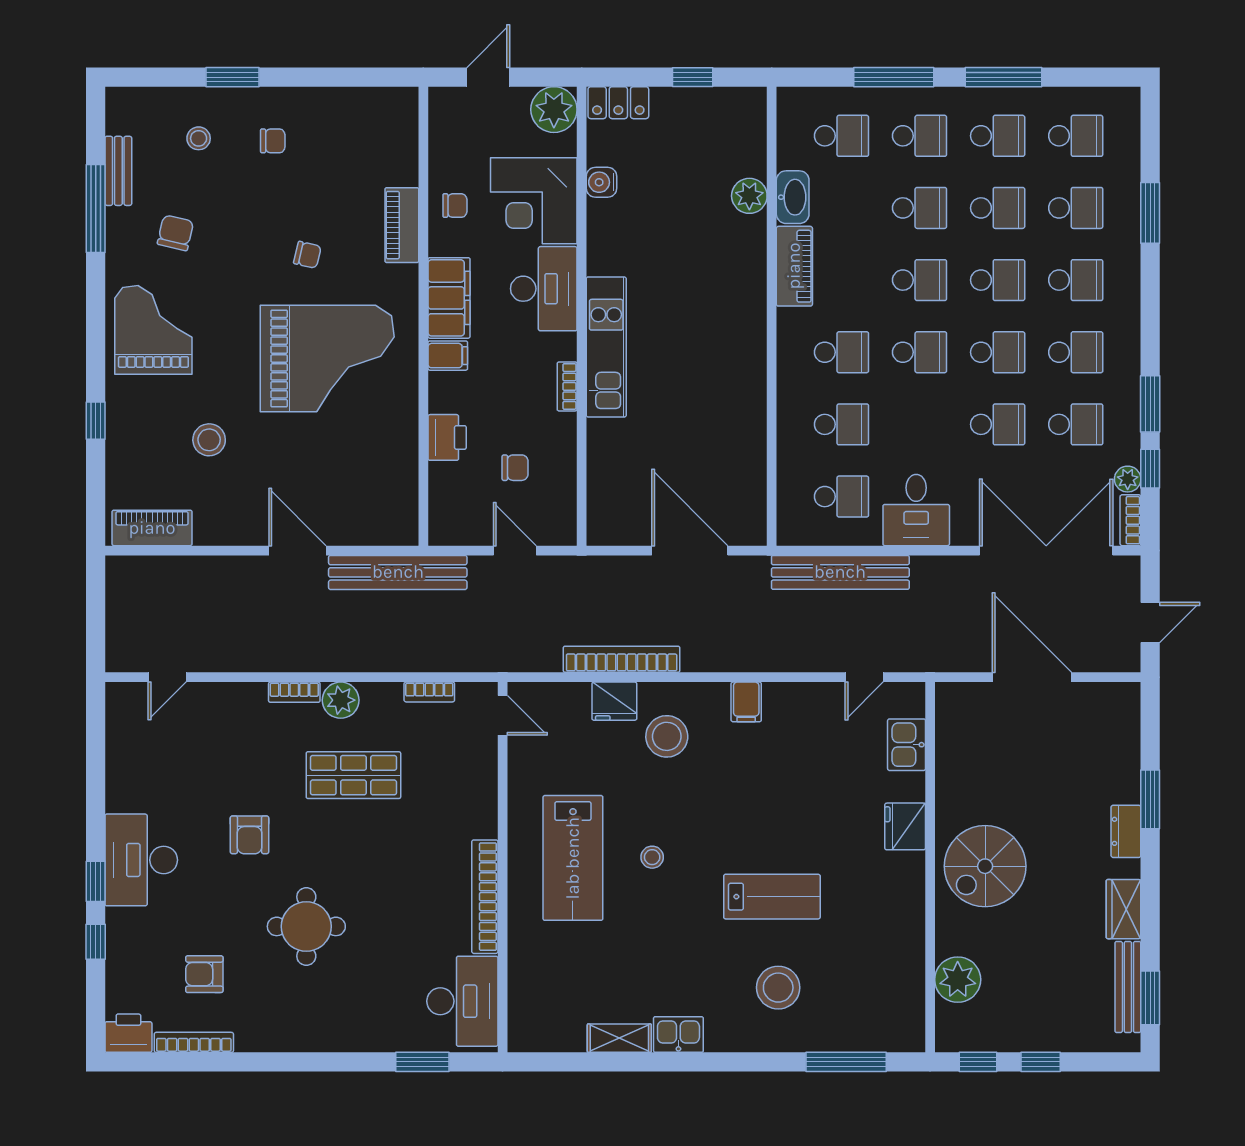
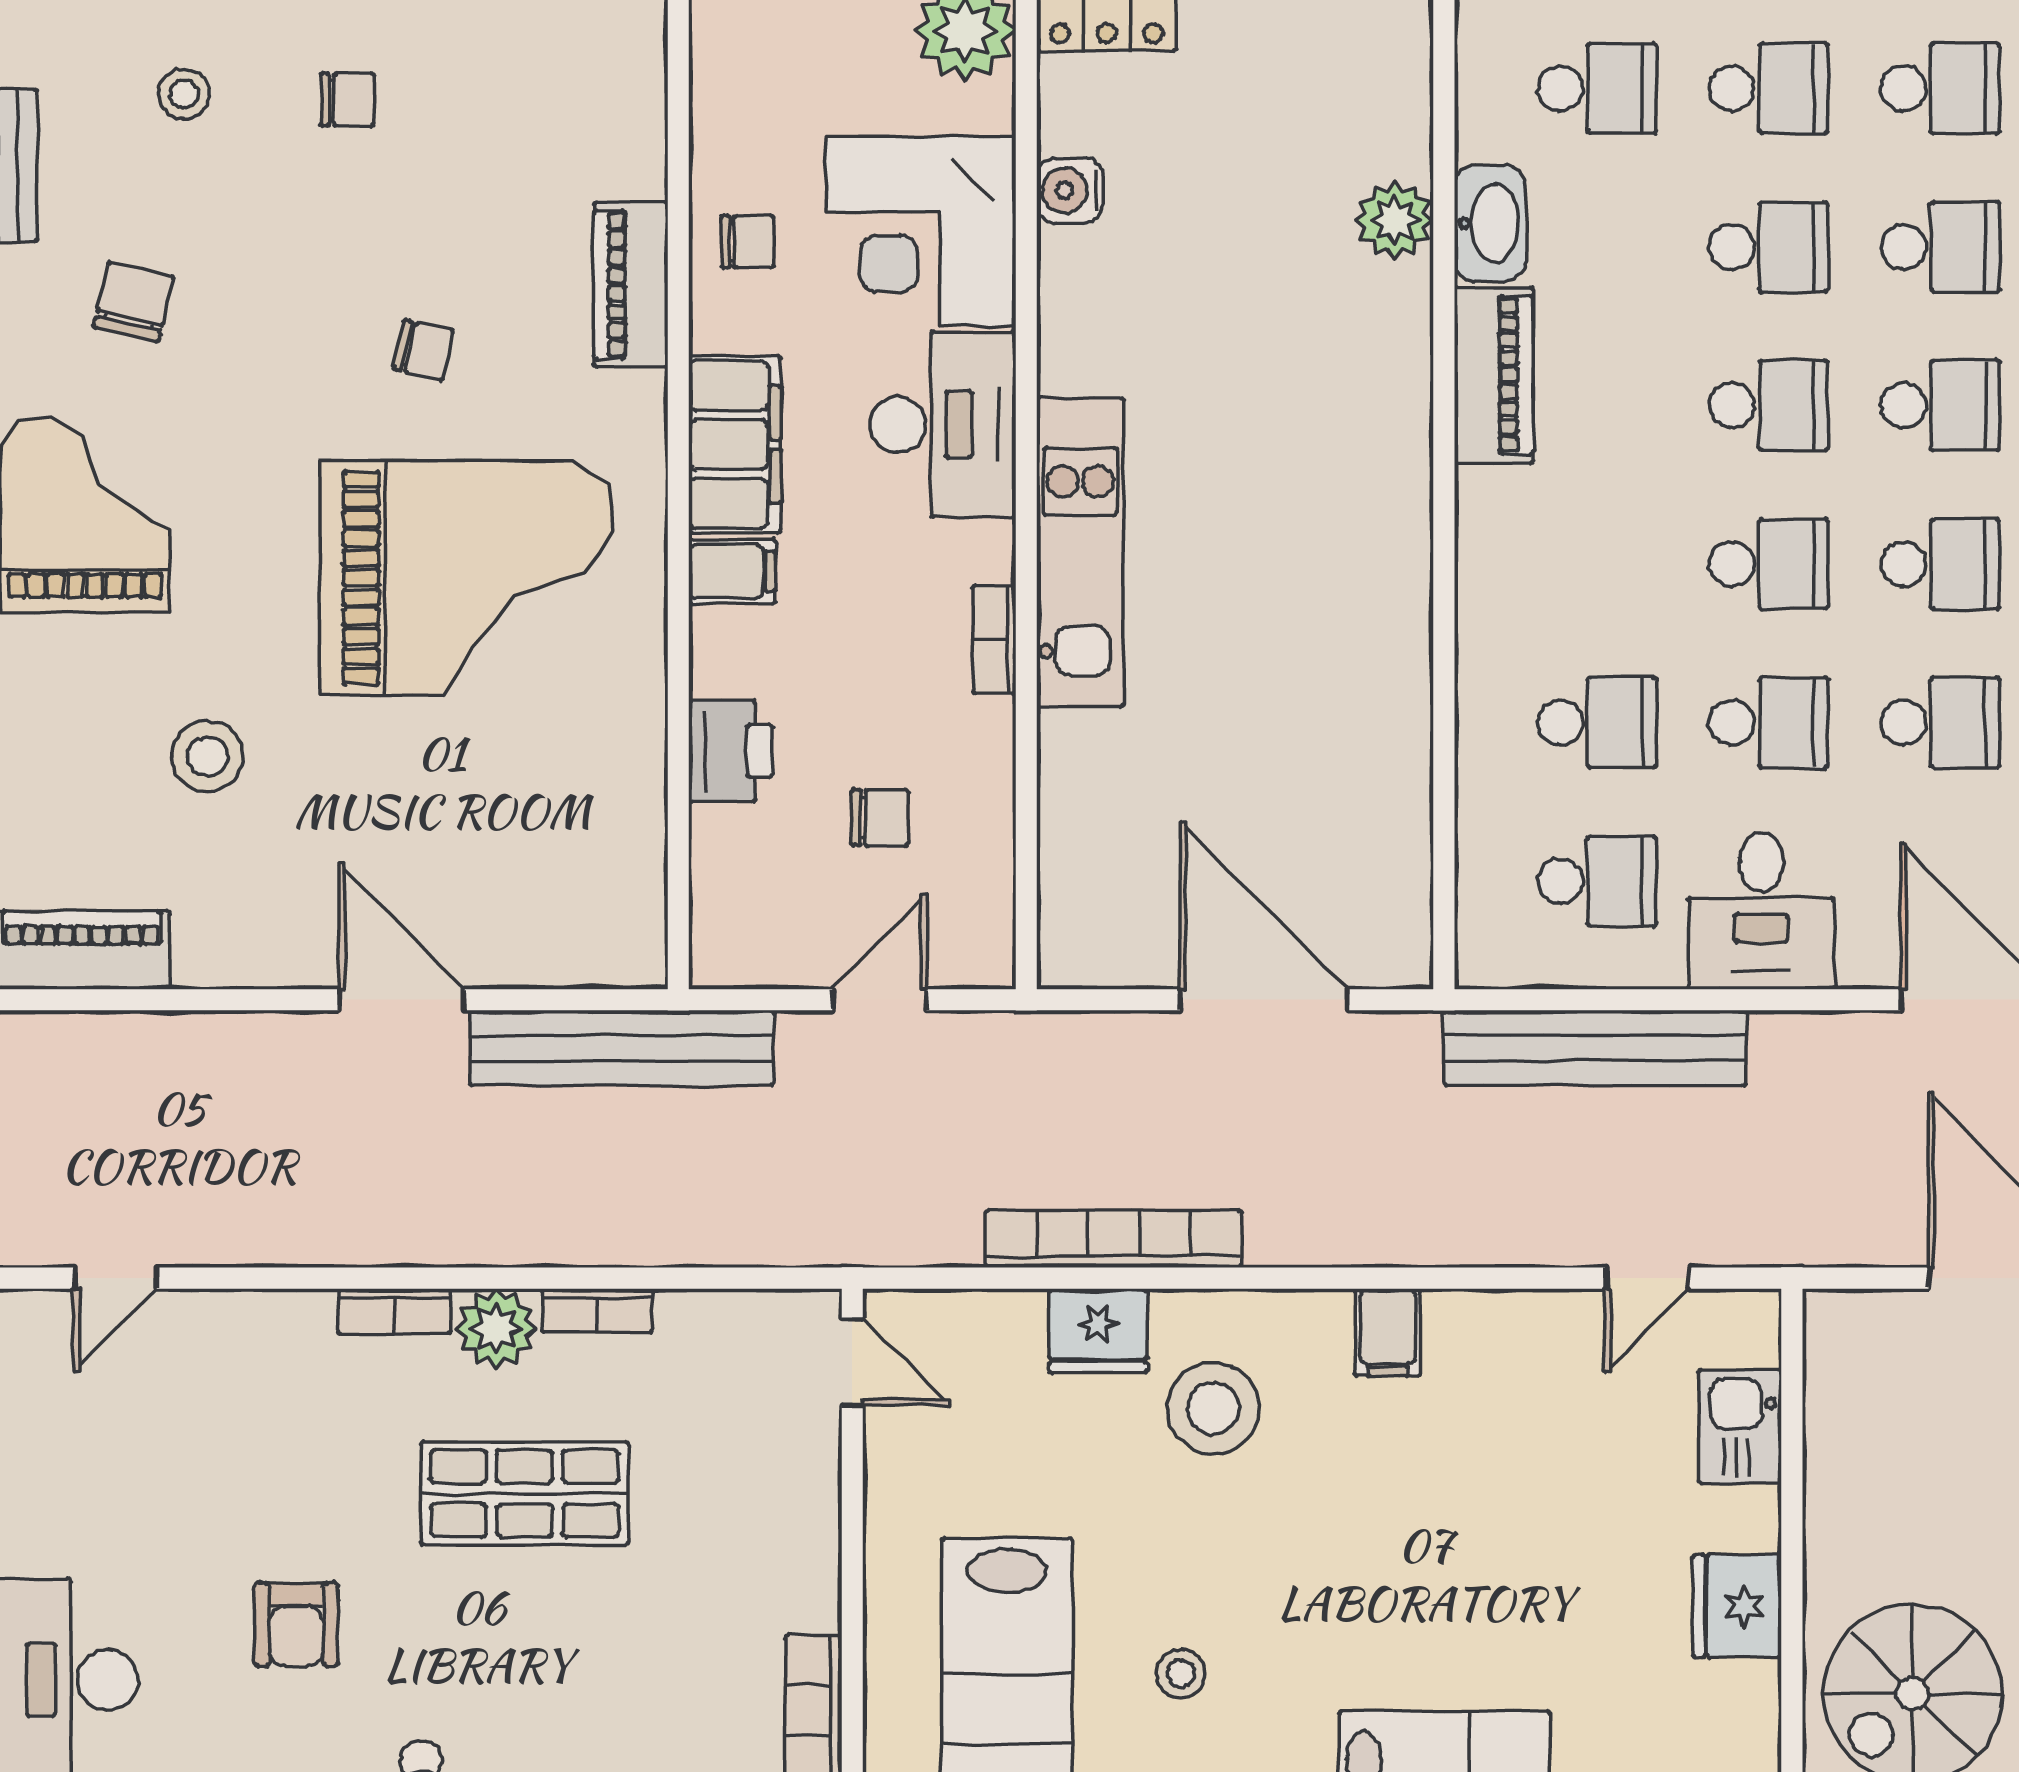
school desk: (841, 352) -> (1769, 723), moved
door: (515, 551) -> (879, 1000), hinge flipped
bookcase: (429, 692) -> (597, 1311), moved

